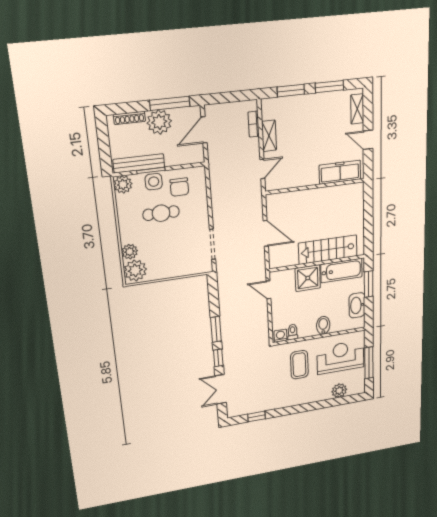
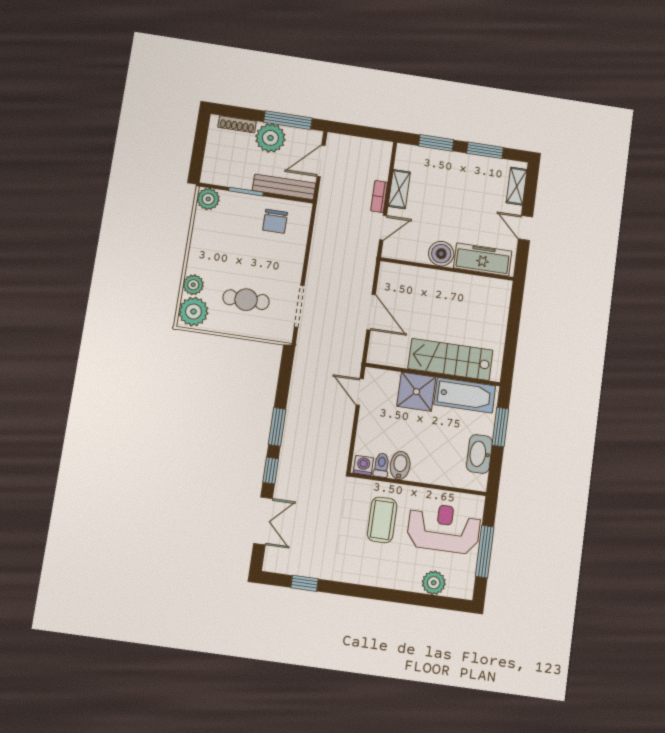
bookcase: (254, 124) -> (379, 197), moved
bench: (139, 163) -> (284, 187), moved
boiler: (309, 176) -> (441, 254), added
side table: (154, 182) -> (246, 206), removed
cafe table: (161, 213) -> (246, 300), moved
bidet: (323, 325) -> (400, 465), moved
double door: (221, 389) -> (263, 521), swing flipped

